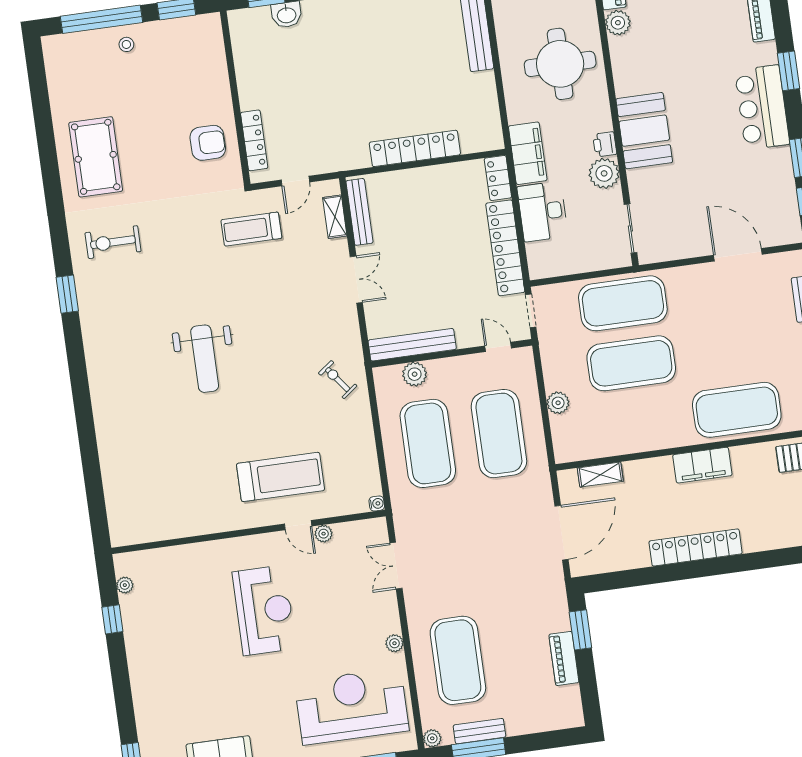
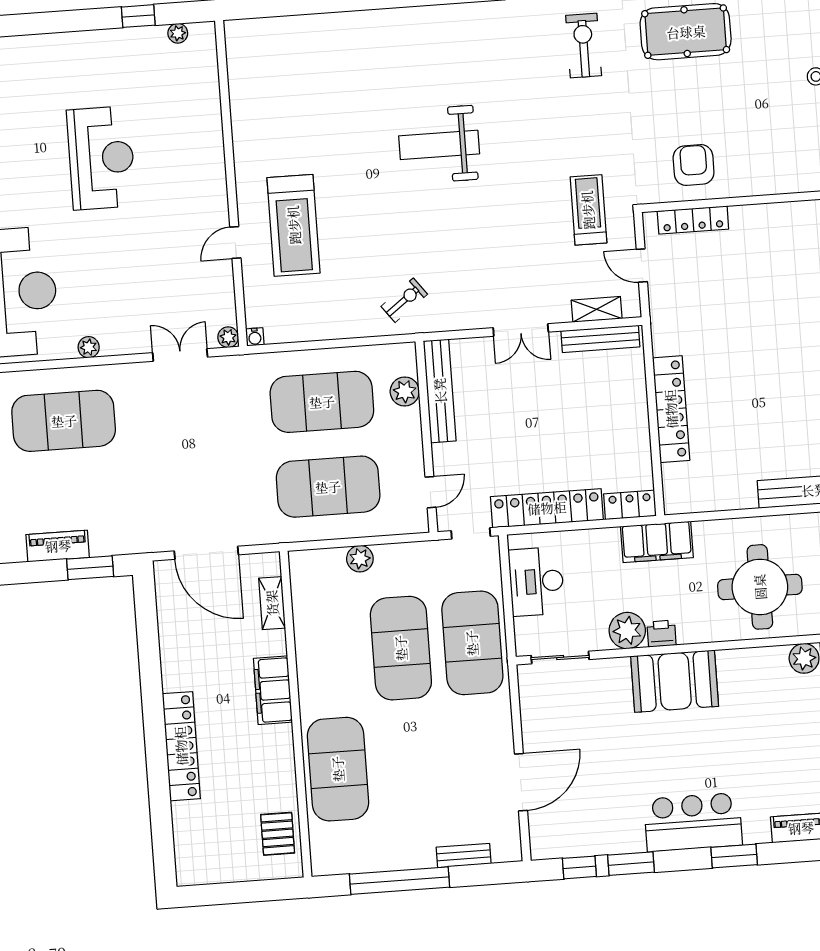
armchair: (208, 143) -> (694, 165), turned 180
desk: (543, 211) -> (536, 582), moved, turned -90
filing cabinet: (702, 465) -> (273, 690), moved
plant: (324, 534) -> (228, 337), moved
locker: (696, 547) -> (181, 746), moved
reception desk: (264, 610) -> (101, 158), moved, turned -90

